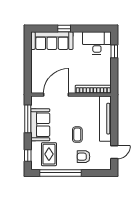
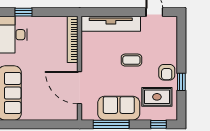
armchair: (83, 157) -> (167, 72), moved
window: (61, 173) -> (181, 82), width x0.32

